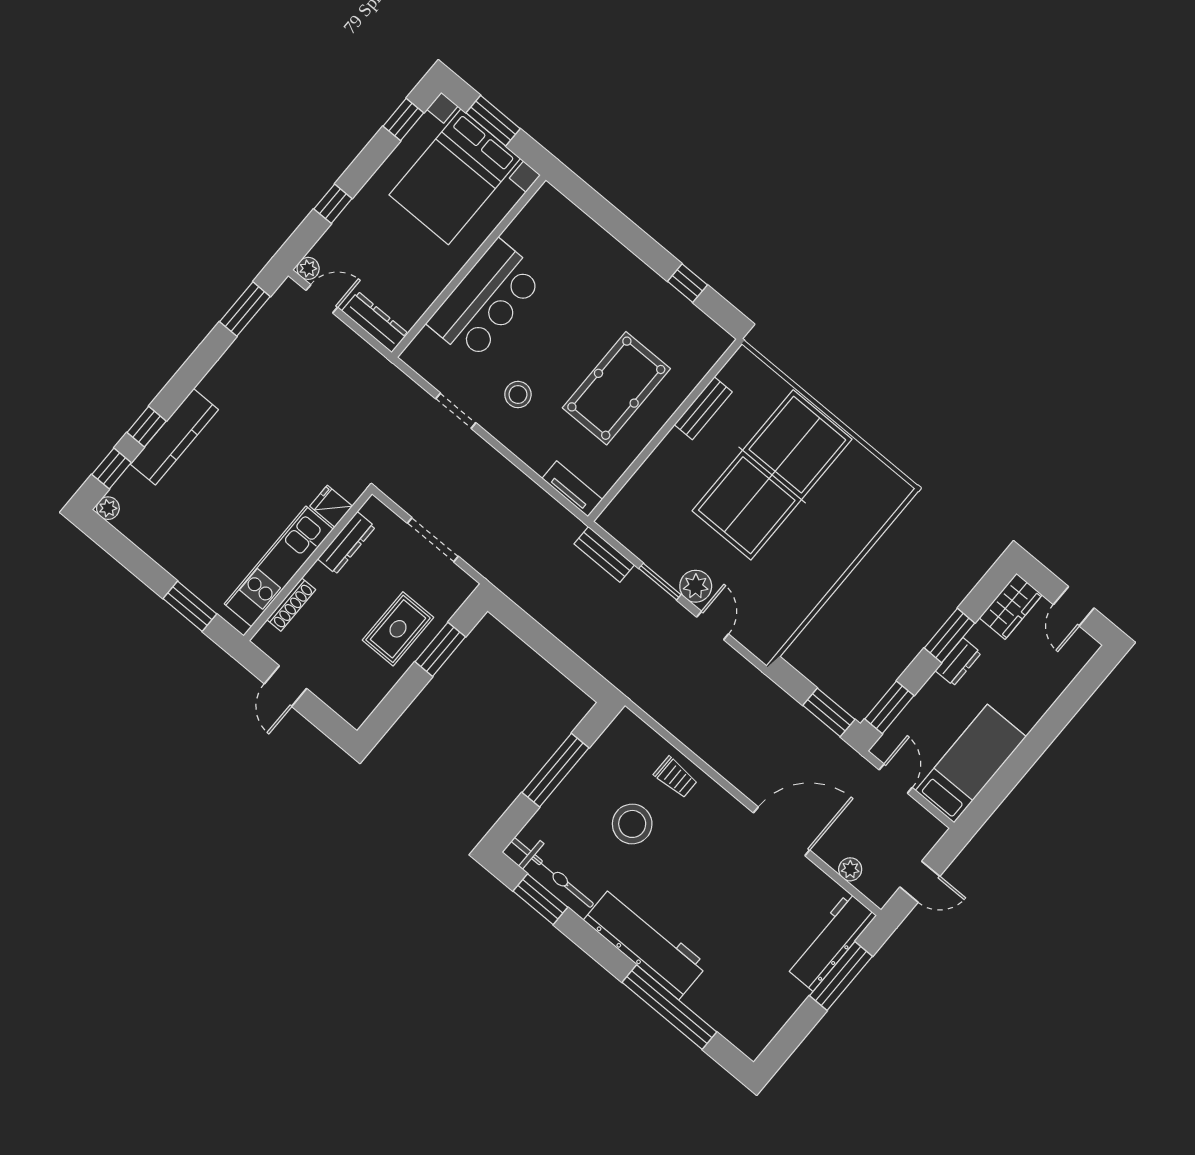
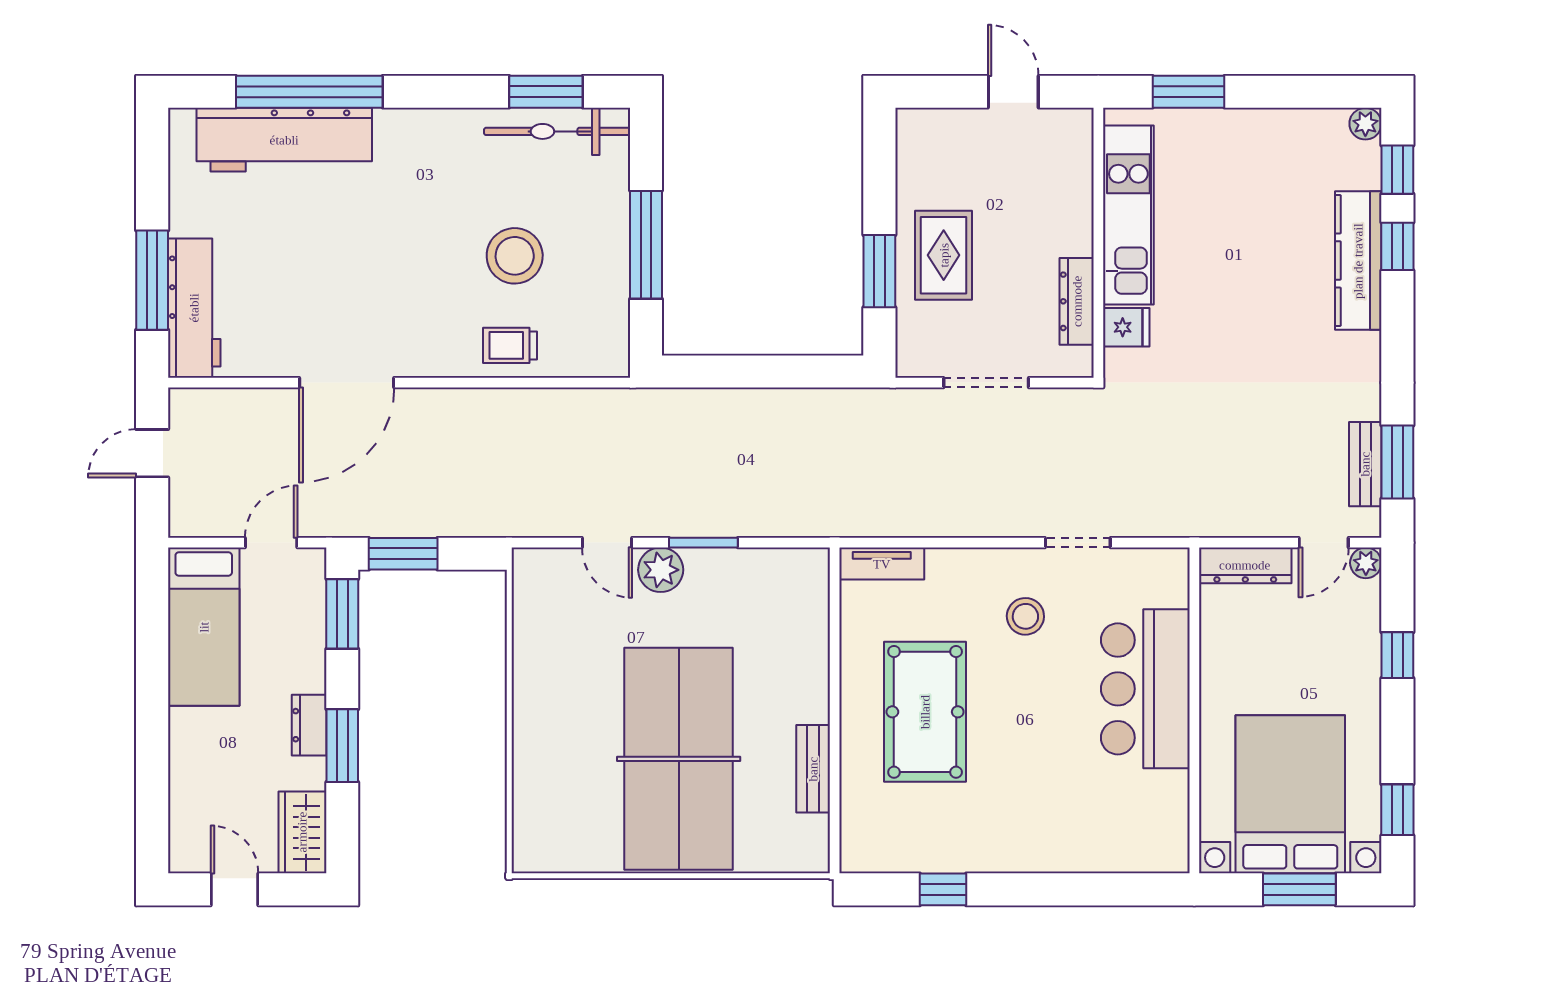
bench: (604, 554) -> (1365, 464), moved, turned 90
shoe rack: (291, 605) -> (1081, 185), removed
door: (896, 779) -> (271, 543), swing flipped
plant: (850, 869) -> (238, 404), removed
workbench: (645, 943) -> (284, 140), moved

